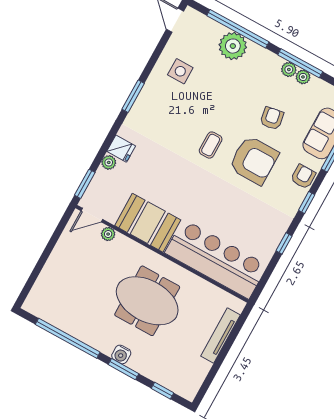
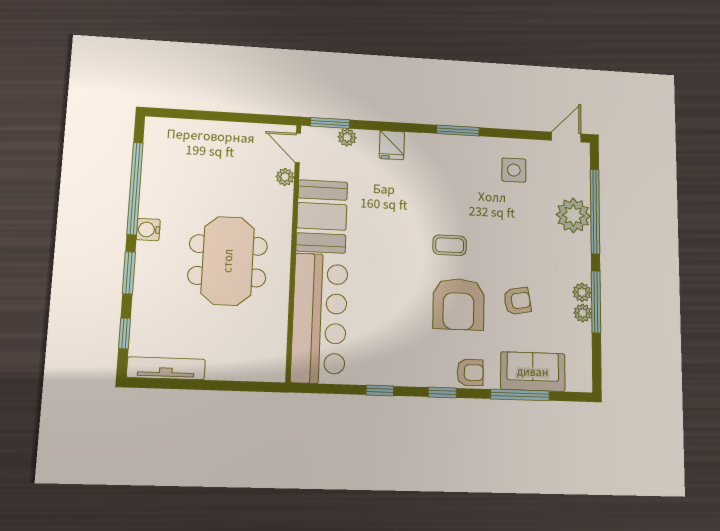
plant: (109, 162) -> (347, 137), moved
tv unit: (221, 336) -> (166, 368), moved
water cooler: (121, 354) -> (148, 230), moved

